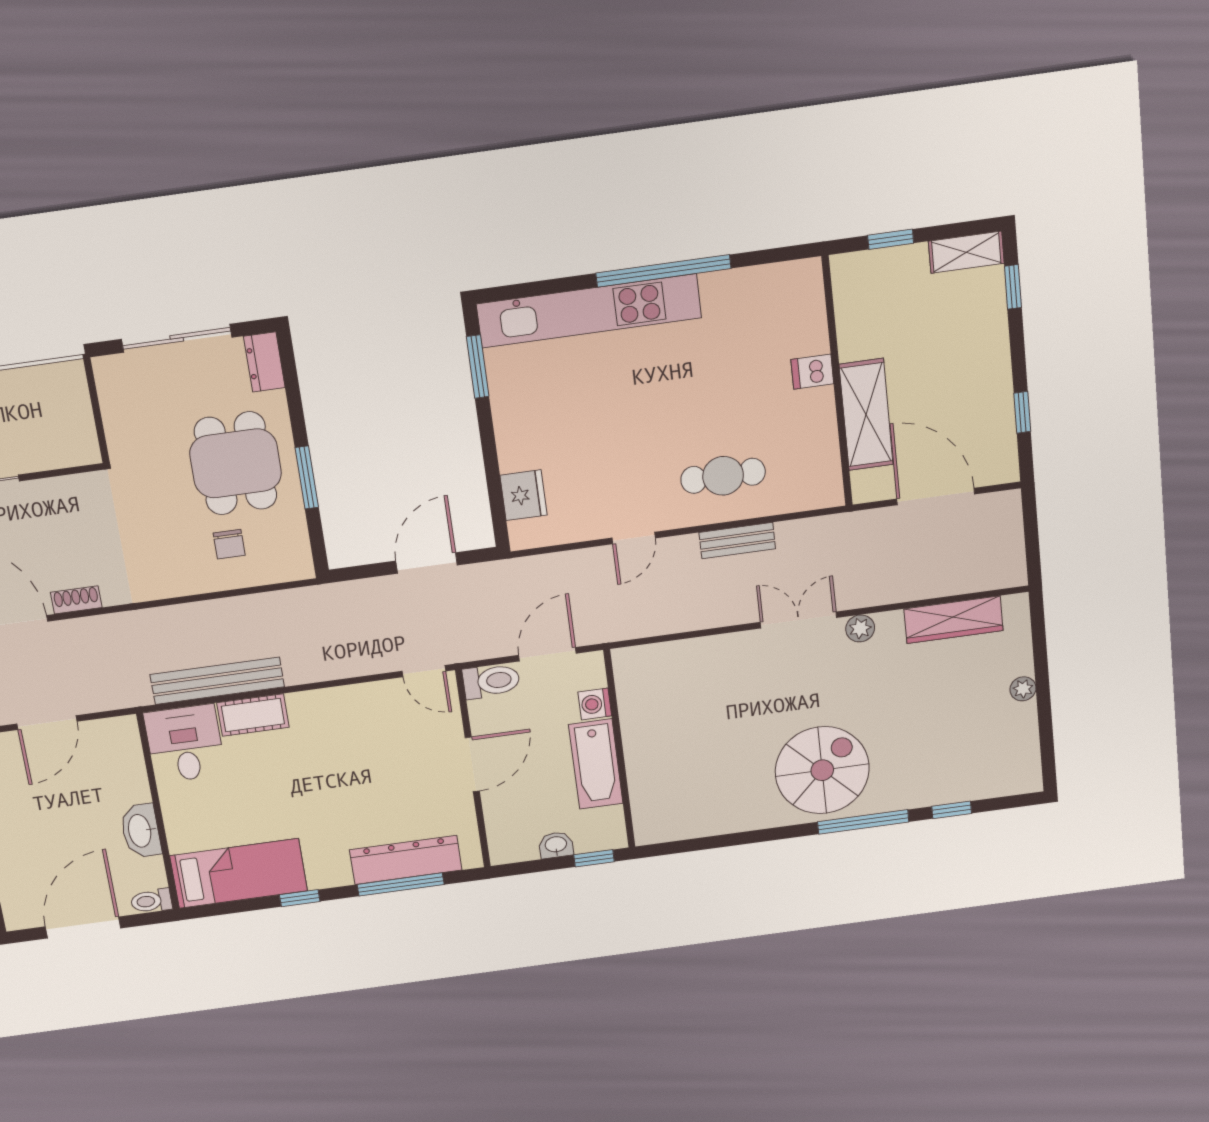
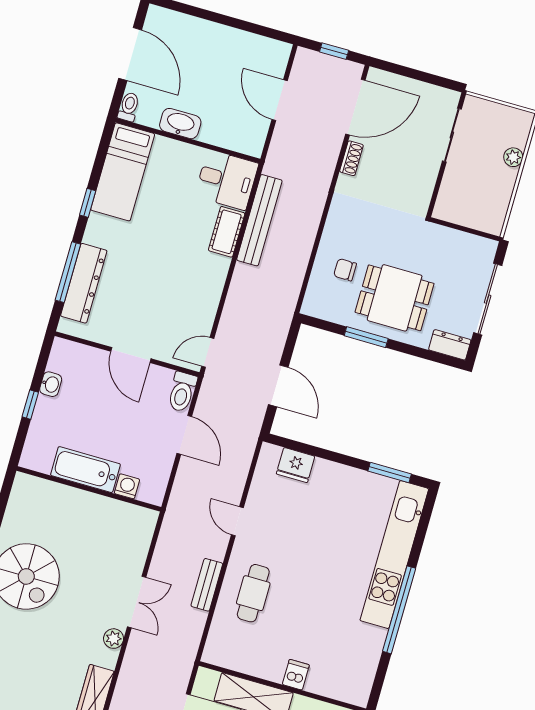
washing machine: (595, 704) -> (127, 486), moved
wall: (619, 749) -> (89, 489), moved
bathtub: (596, 764) -> (85, 470), moved

